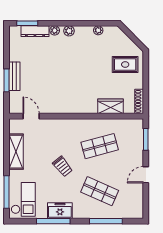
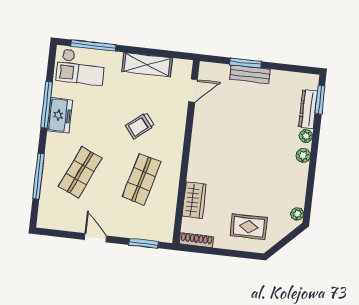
plant: (98, 30) -> (297, 214), moved
rug: (125, 65) -> (249, 227), turned 90
shop shelf: (100, 146) -> (142, 179), turned 30
trolley: (62, 167) -> (140, 126), moved

